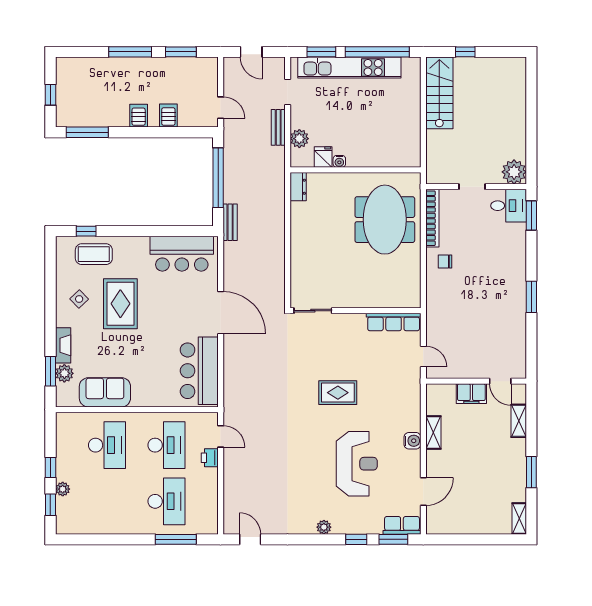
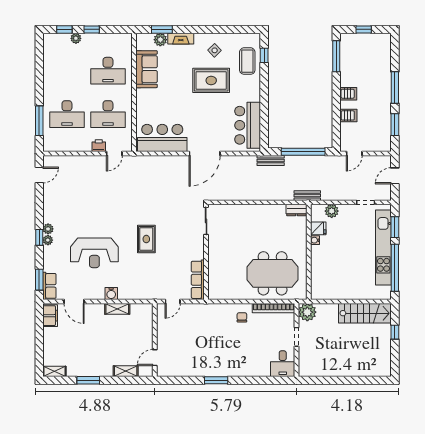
bench: (278, 127) -> (307, 196), moved
plant: (514, 172) -> (307, 312), moved
window: (531, 216) -> (275, 380), removed
filing cabinet: (471, 394) -> (50, 316), moved, turned 180
plant: (339, 528) -> (48, 240), added
window: (356, 539) -> (39, 237), moved

